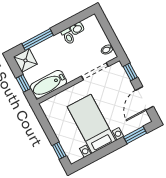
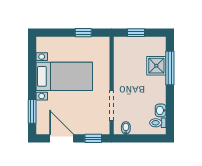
toilet: (68, 36) -> (158, 123), moved
shower: (25, 60) -> (156, 66), moved
bathtub: (48, 84) -> (123, 56), removed
window: (59, 151) -> (83, 33), moved

